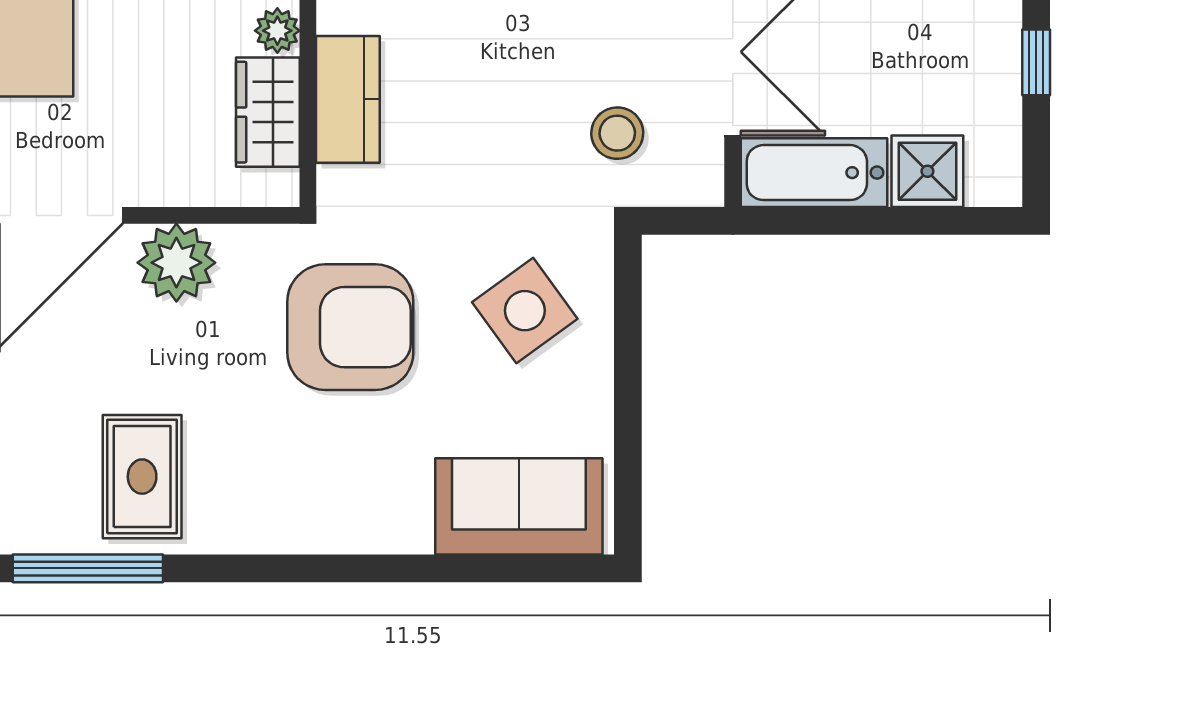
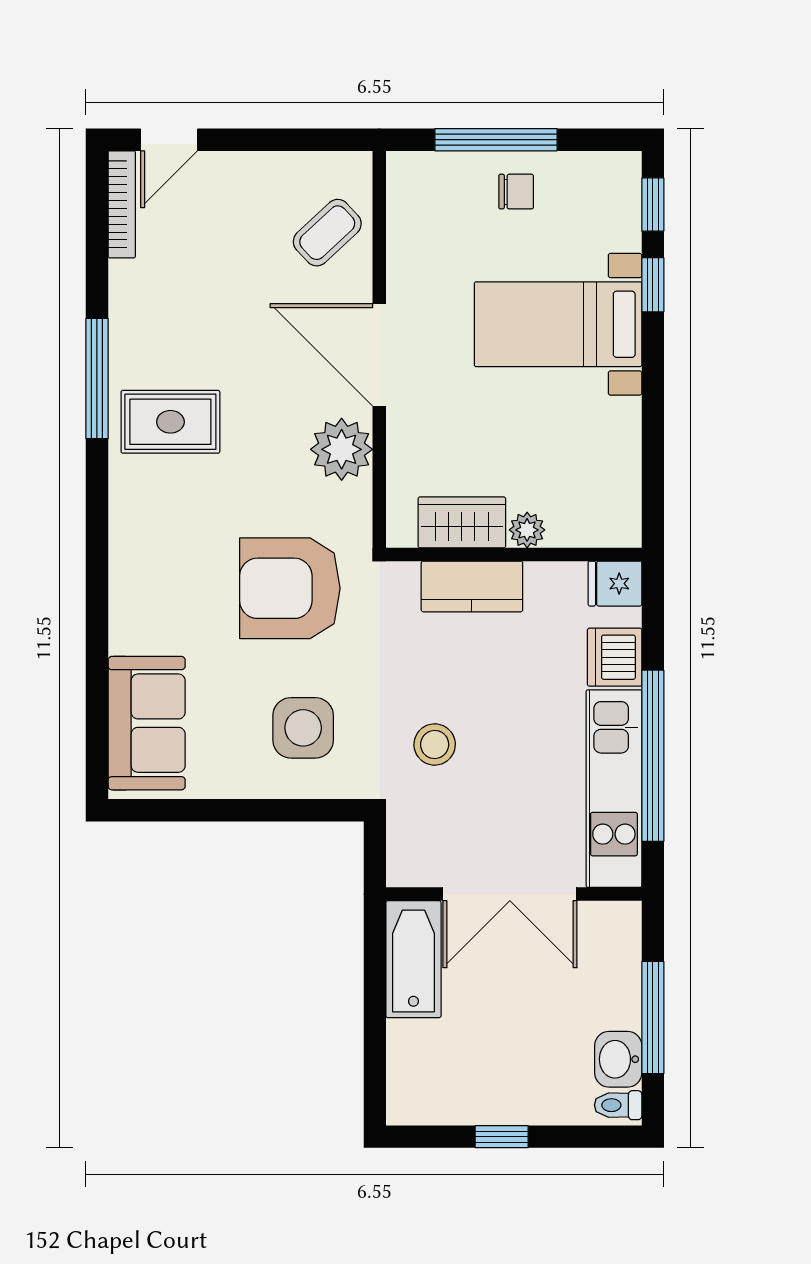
stool: (617, 133) -> (435, 744), moved
shower: (927, 171) -> (415, 1050), removed
side table: (525, 311) -> (303, 728), turned 36
armchair: (350, 327) -> (290, 588), turned 90

